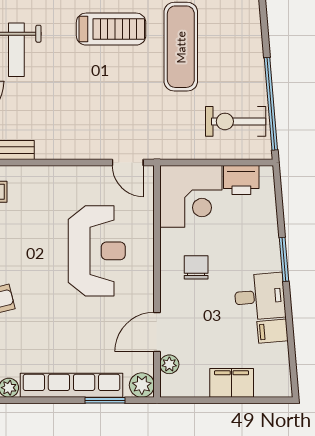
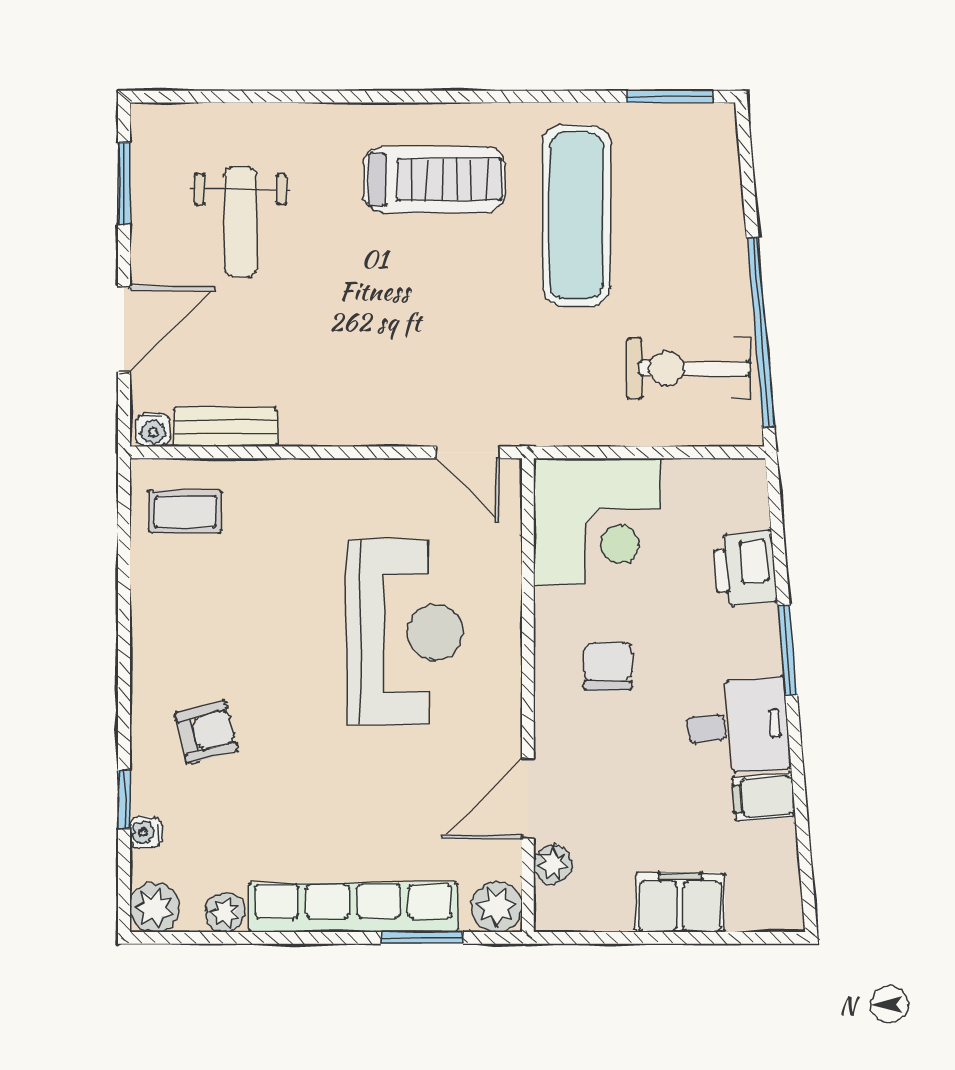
printer: (241, 180) -> (745, 569), moved, turned 85

